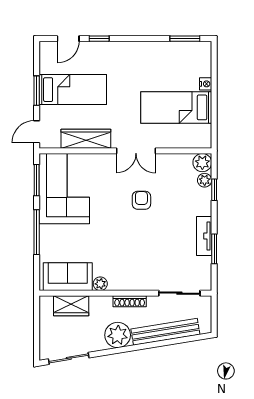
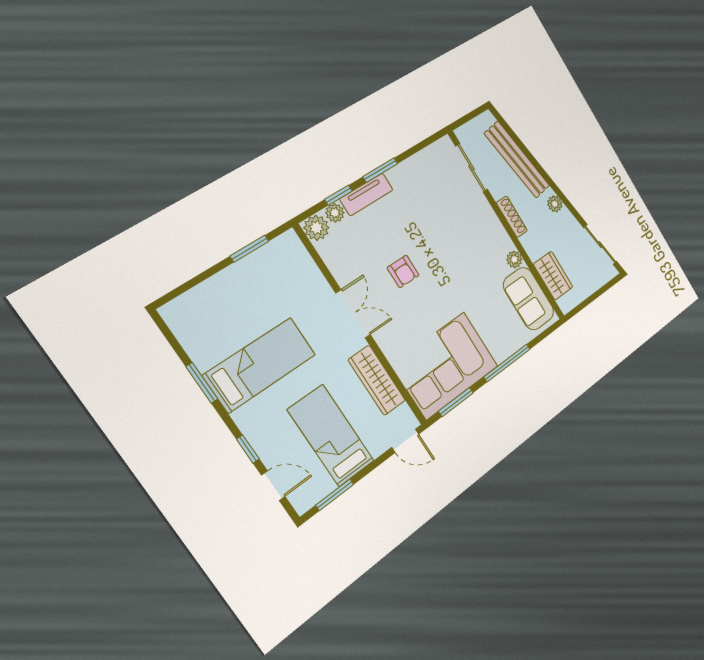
window: (185, 39) -> (202, 383), moved
nightstand: (206, 84) -> (218, 282), removed
window: (37, 91) -> (335, 495), moved
bed: (176, 107) -> (260, 365), moved, turned -90
window: (214, 115) -> (249, 249), added
armchair: (141, 200) -> (403, 271), turned -90
tv unit: (204, 236) -> (366, 194), moved
window: (214, 249) -> (380, 170), moved
plant: (118, 335) -> (555, 204), width x0.53, depth x0.53

